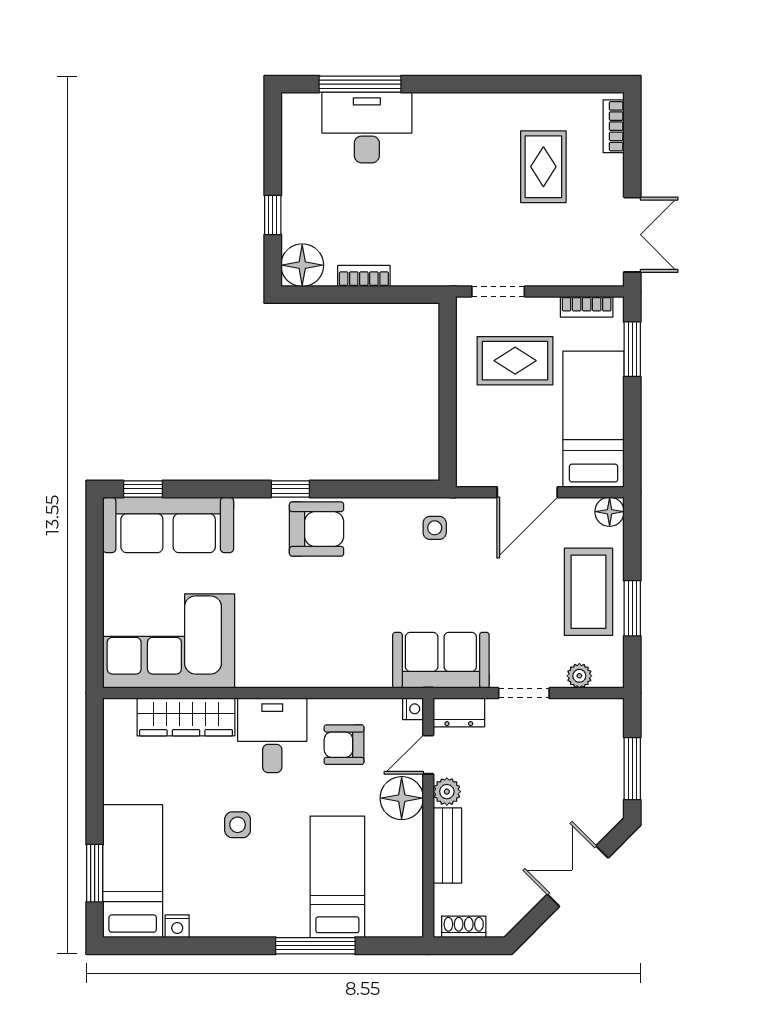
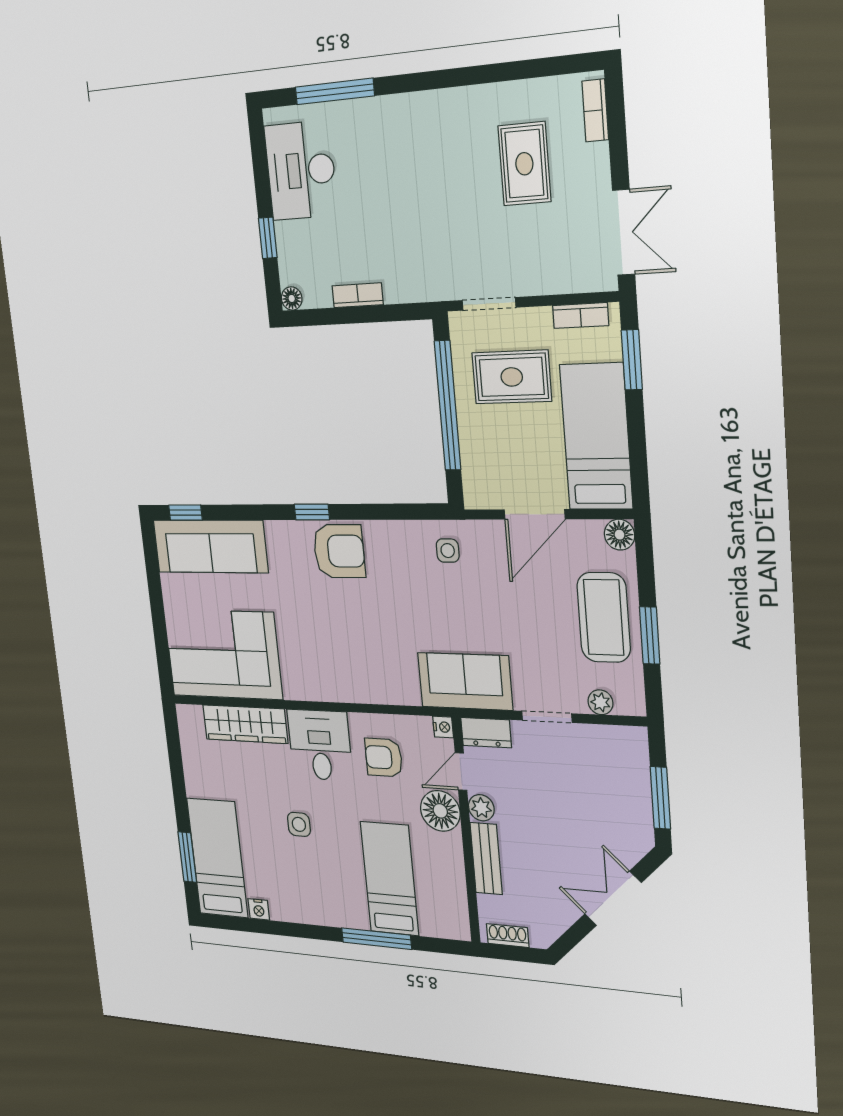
desk: (367, 128) -> (301, 170), moved, turned -90
floor lamp: (302, 265) -> (292, 298), width x0.53, depth x0.53
window: (448, 386) -> (448, 406), added

